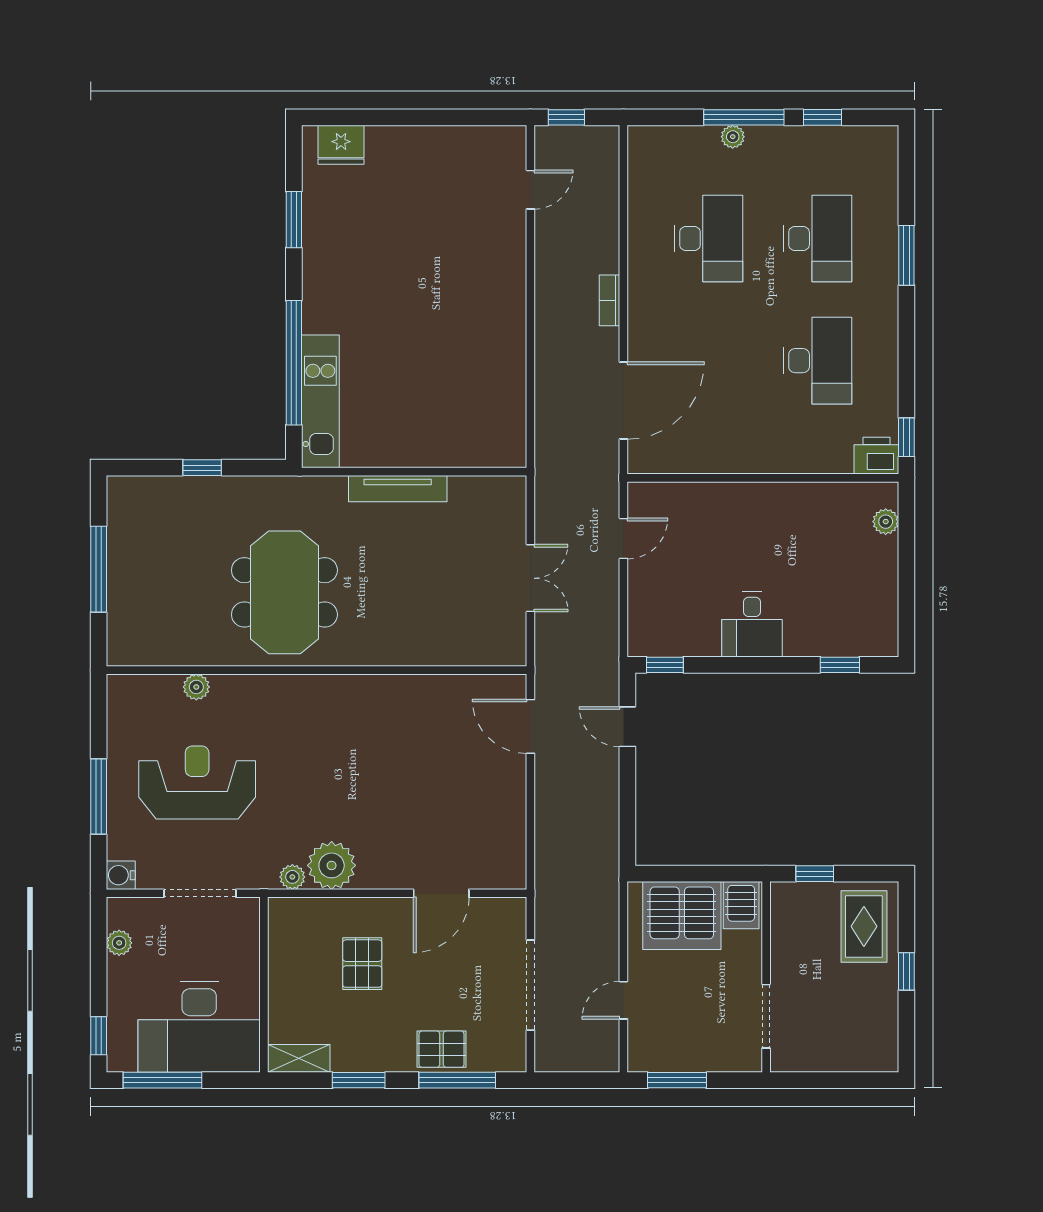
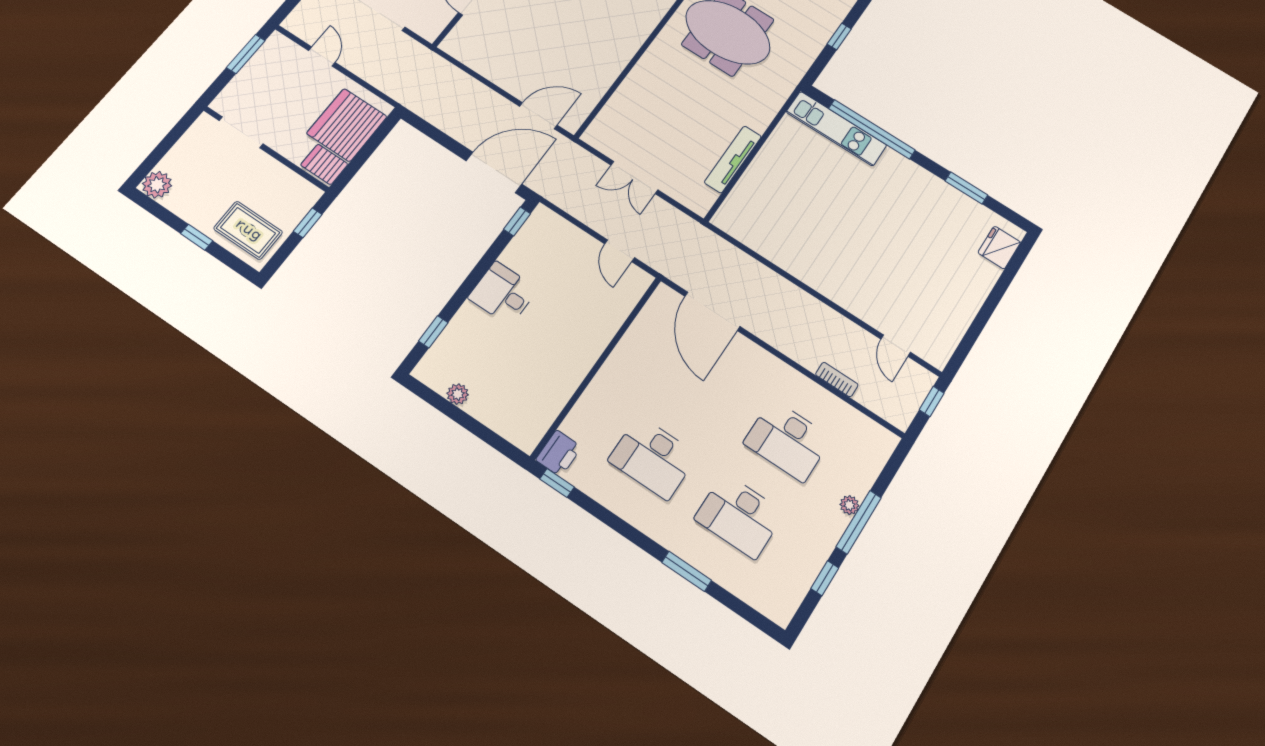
bookcase: (609, 300) -> (837, 380), moved
tv unit: (398, 489) -> (733, 159), moved
plant: (886, 522) -> (458, 394), moved
door: (627, 727) -> (494, 172), width x1.87
plant: (881, 1054) -> (157, 185), added

